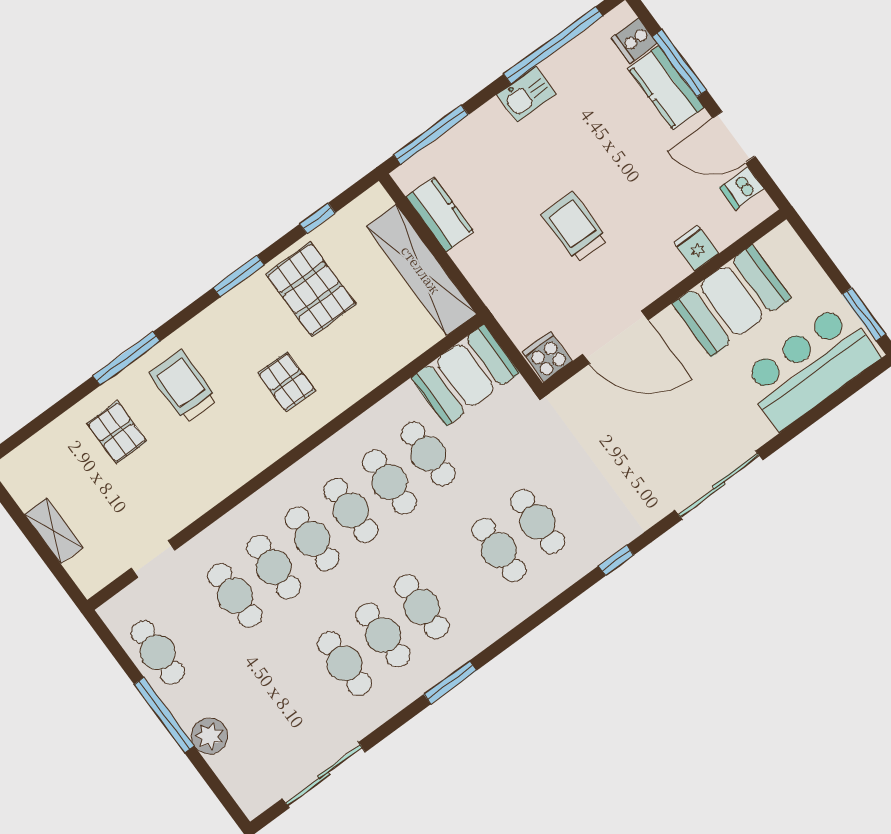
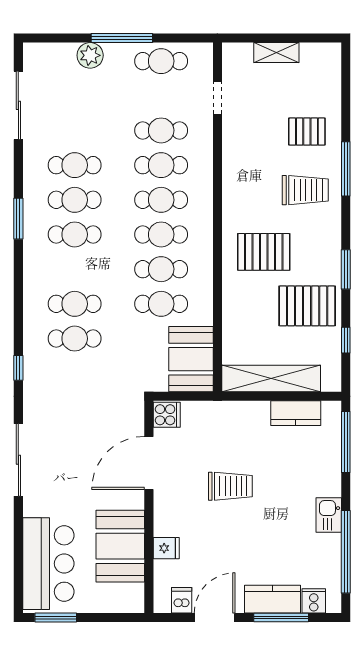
pallet: (286, 382) -> (264, 252), width x1.50, depth x1.42

